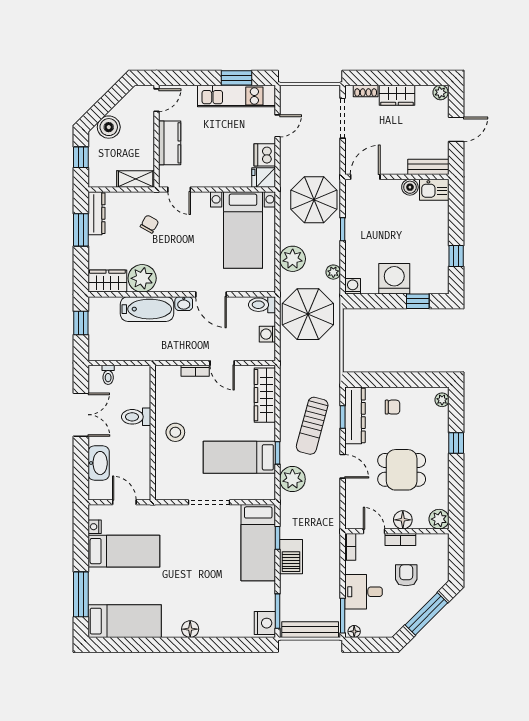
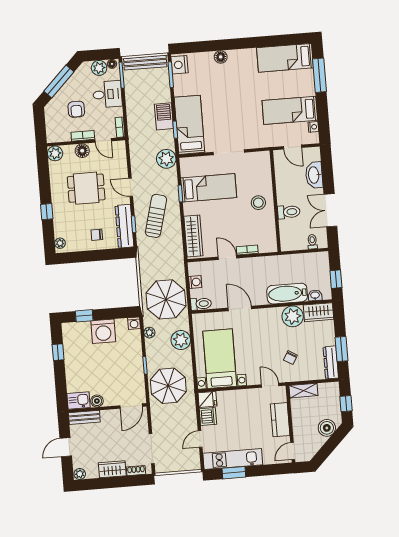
washbasin: (184, 304) -> (315, 295), moved
plant: (292, 479) -> (166, 159), moved
plant: (372, 627) -> (99, 68), added
floor lamp: (190, 629) -> (221, 57), moved

